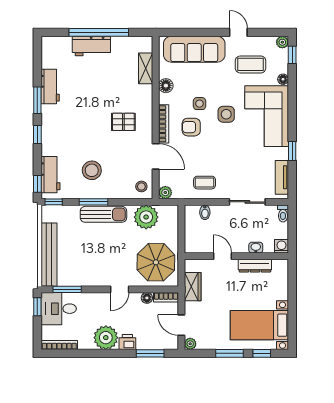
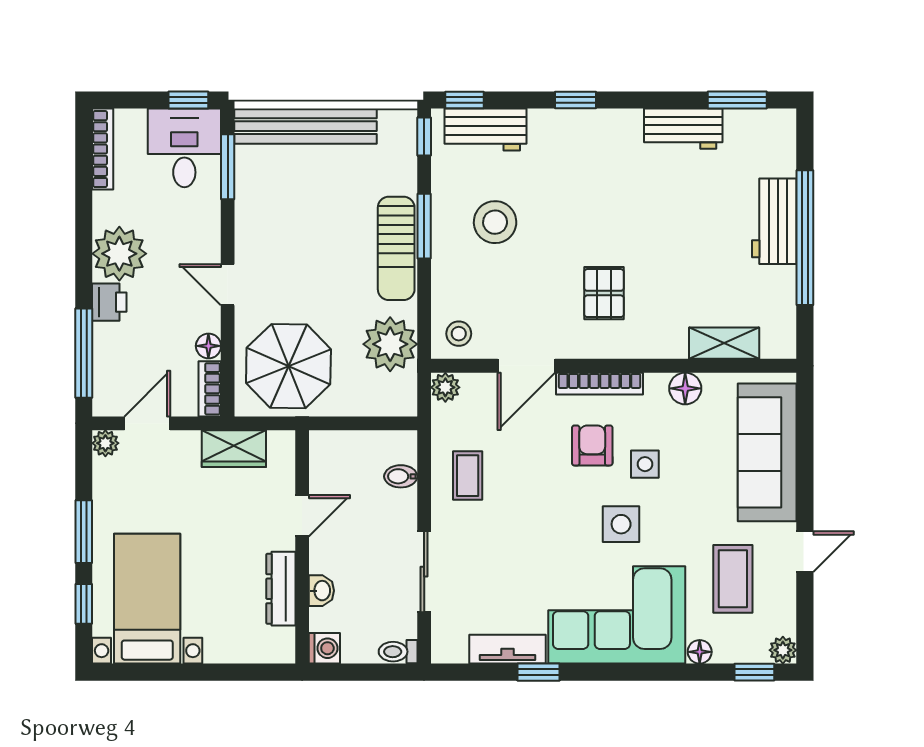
window: (37, 100) -> (737, 100), moved
tv unit: (282, 177) -> (507, 649), moved
window: (150, 353) -> (84, 353), width x1.44

